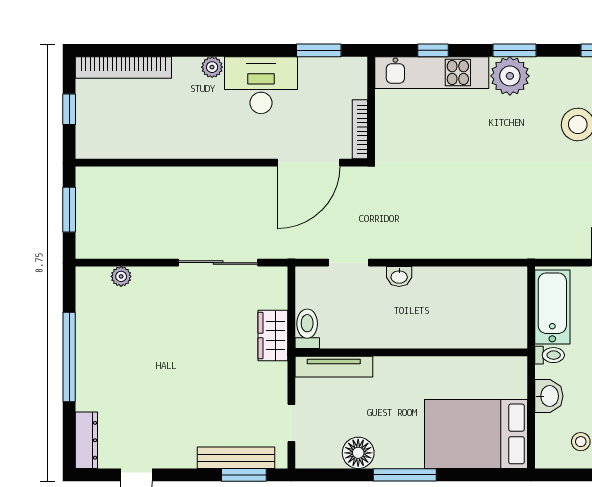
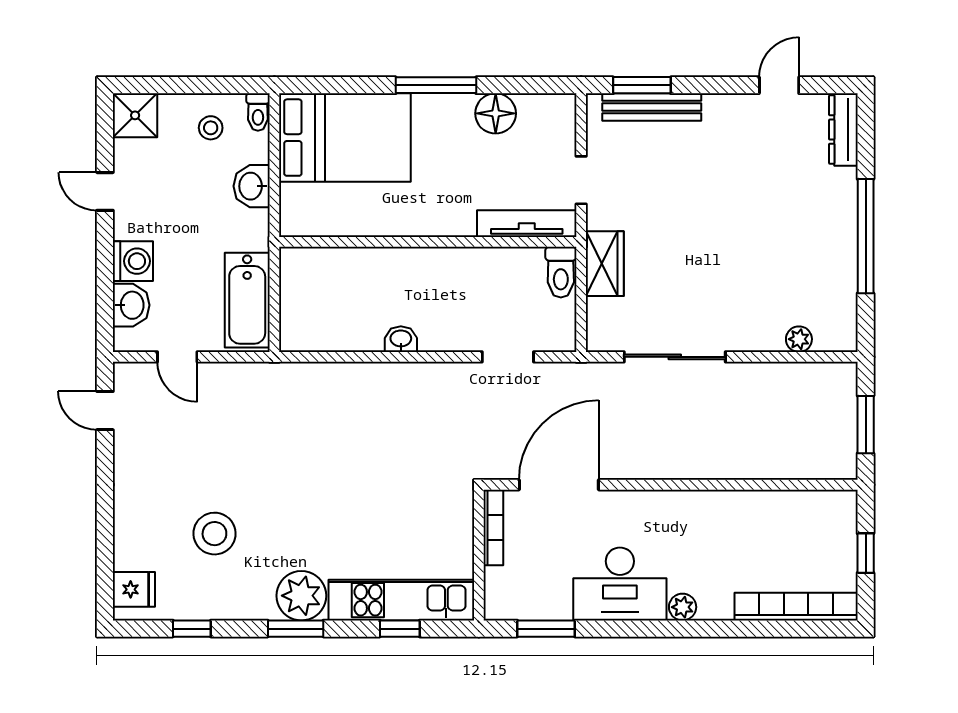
washbasin: (399, 276) -> (401, 339), moved
toilet: (550, 355) -> (258, 112), moved, turned -90
doorway: (291, 423) -> (581, 180), moved

